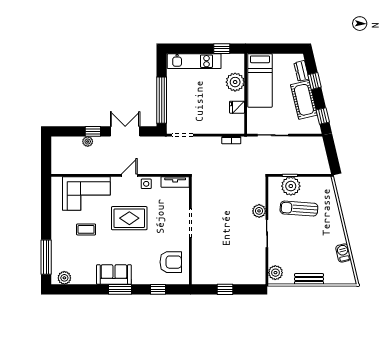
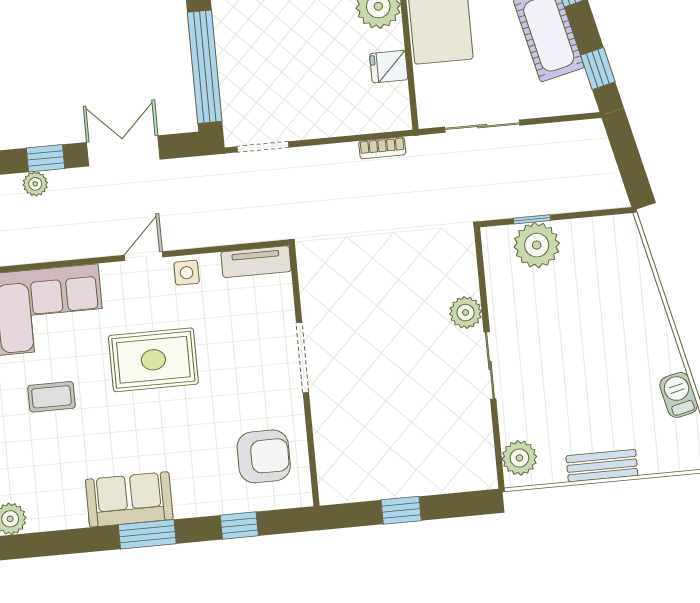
sun lounger: (299, 209) -> (561, 298), removed

